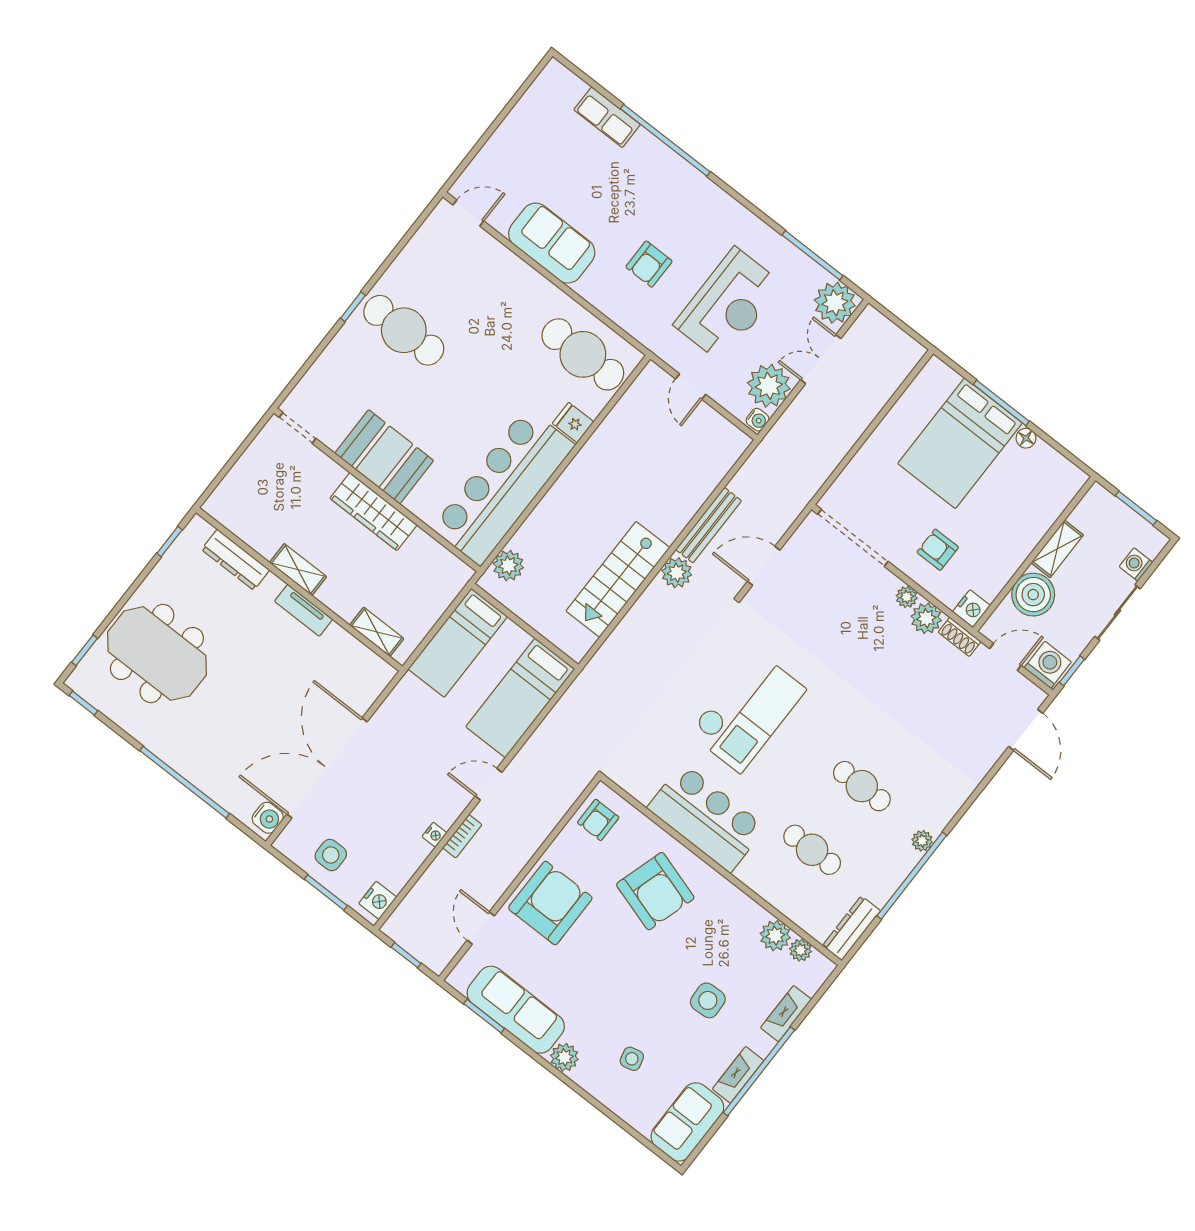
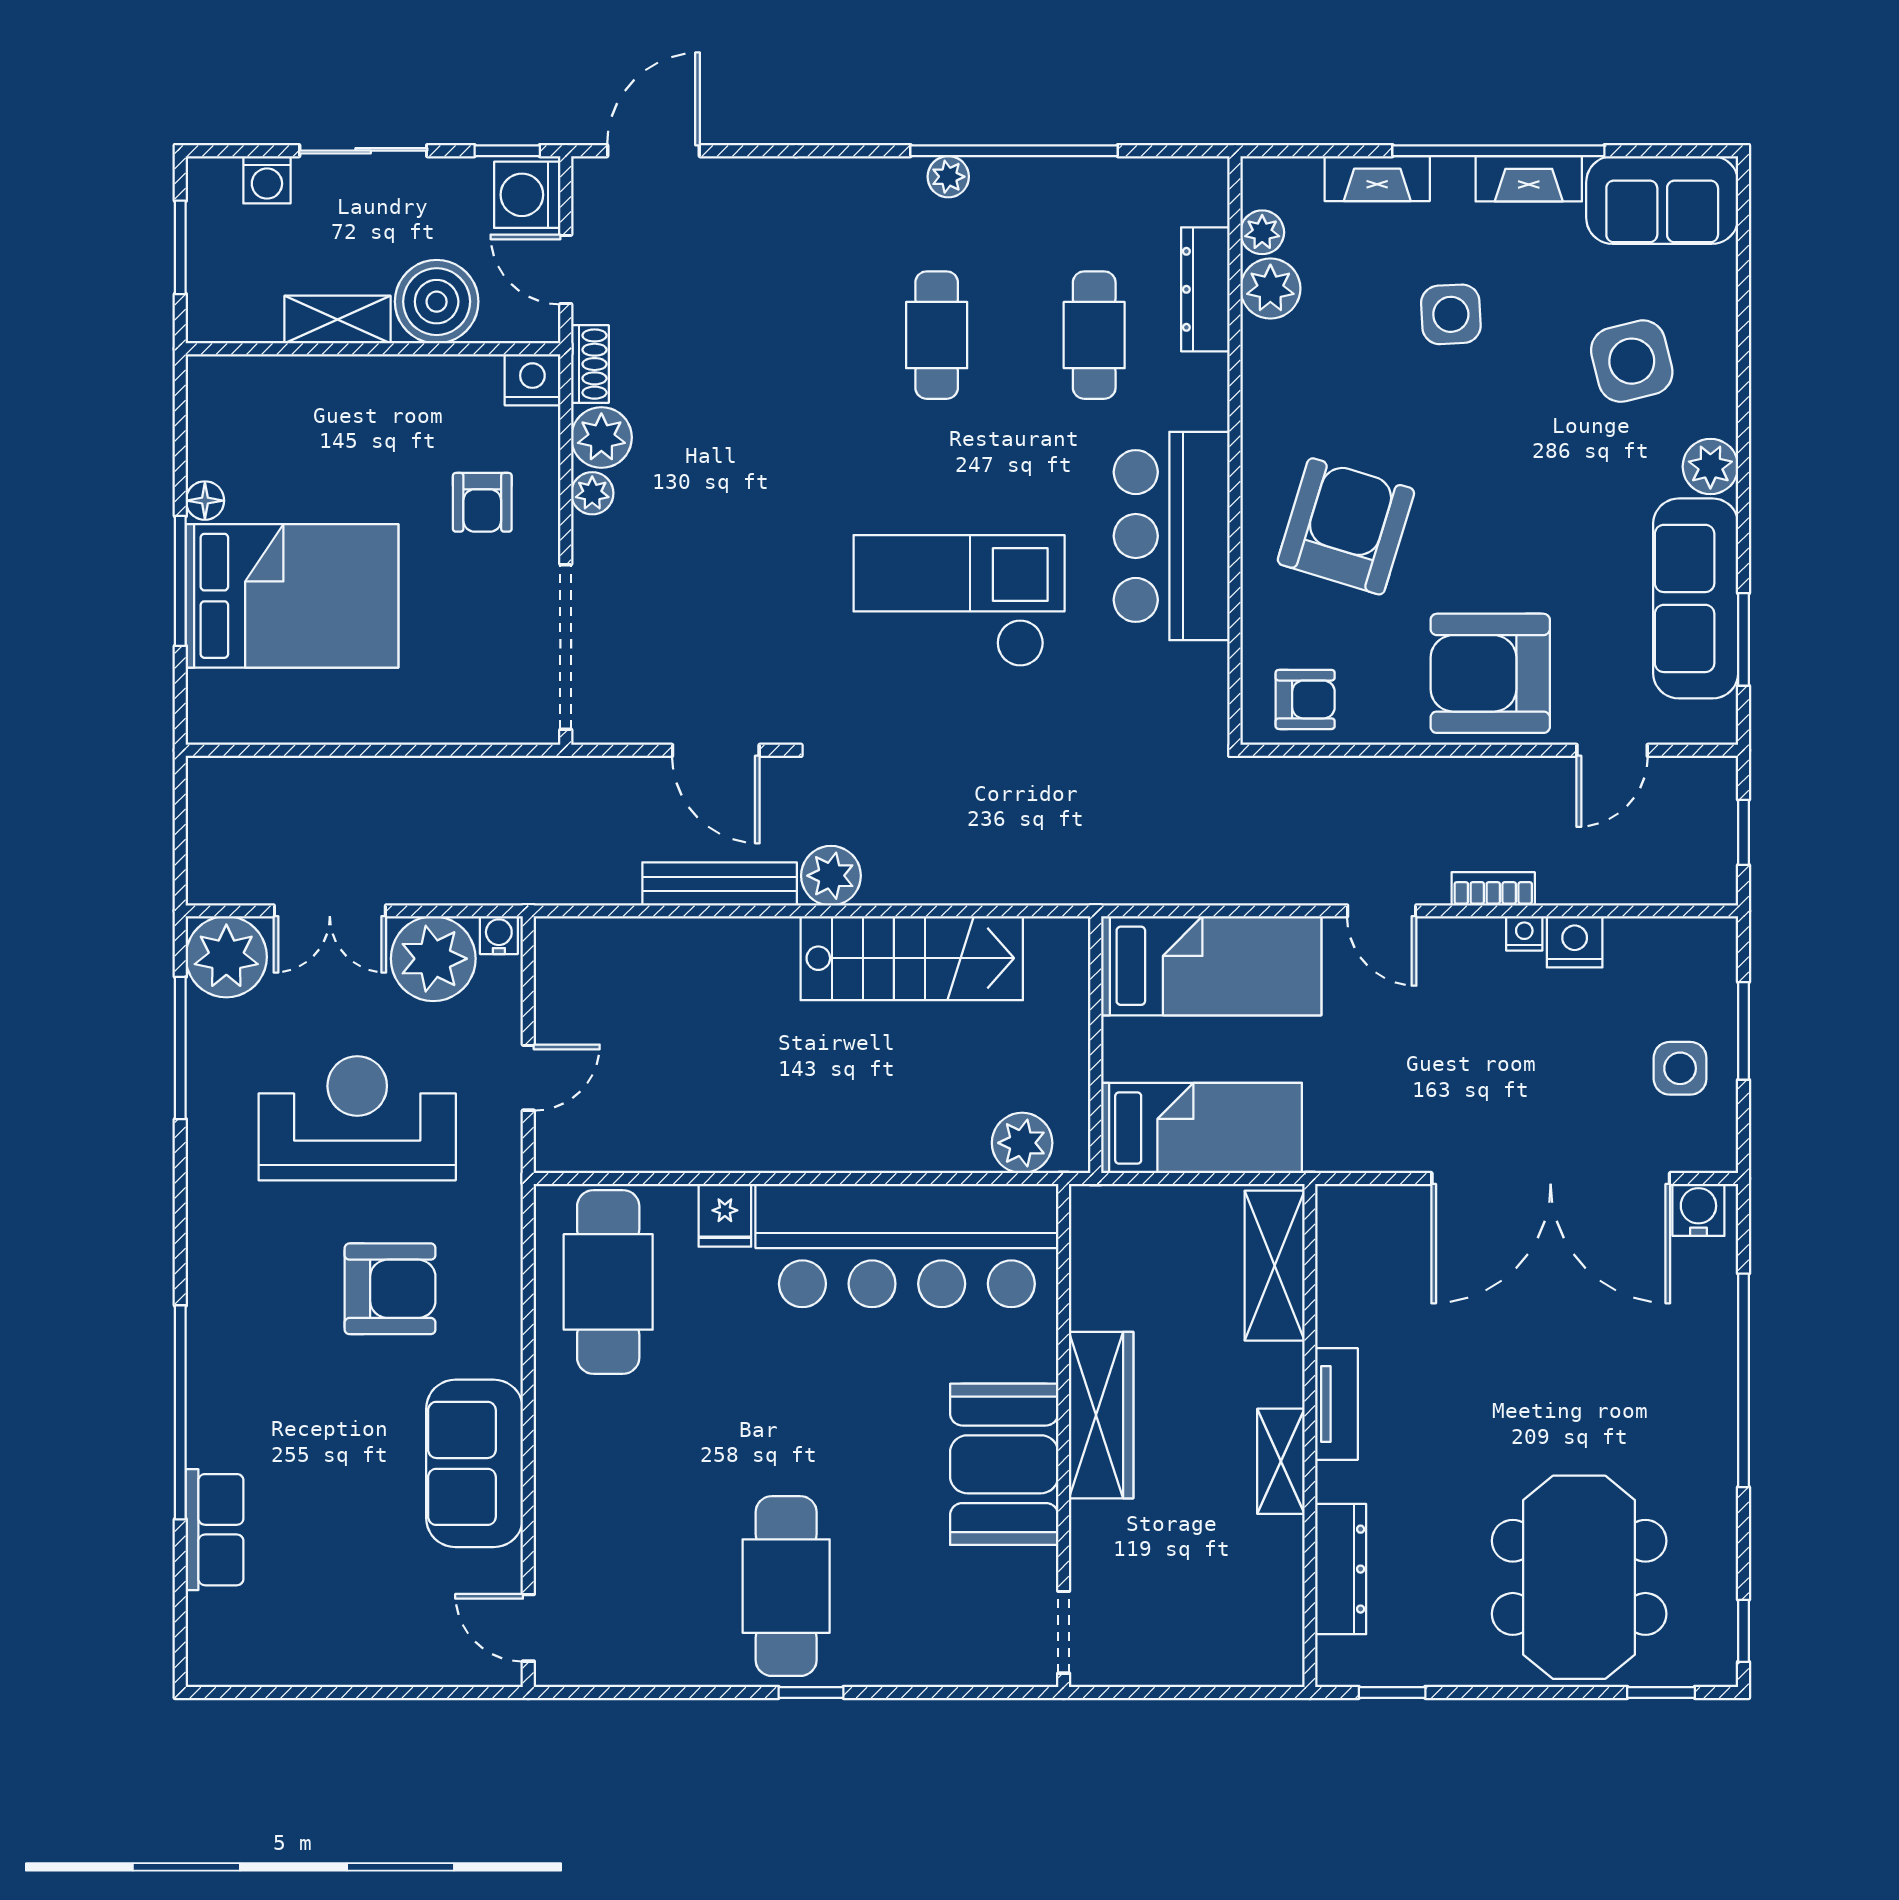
armchair: (649, 264) -> (390, 1289), width x1.38, depth x1.38
shelving: (377, 632) -> (1275, 1266), width x1.50, depth x1.33
nightstand: (378, 900) -> (1575, 942), moved
dresser: (851, 928) -> (1205, 289), moved, turned 90
side table: (632, 1059) -> (1632, 361), width x1.87, depth x1.87

